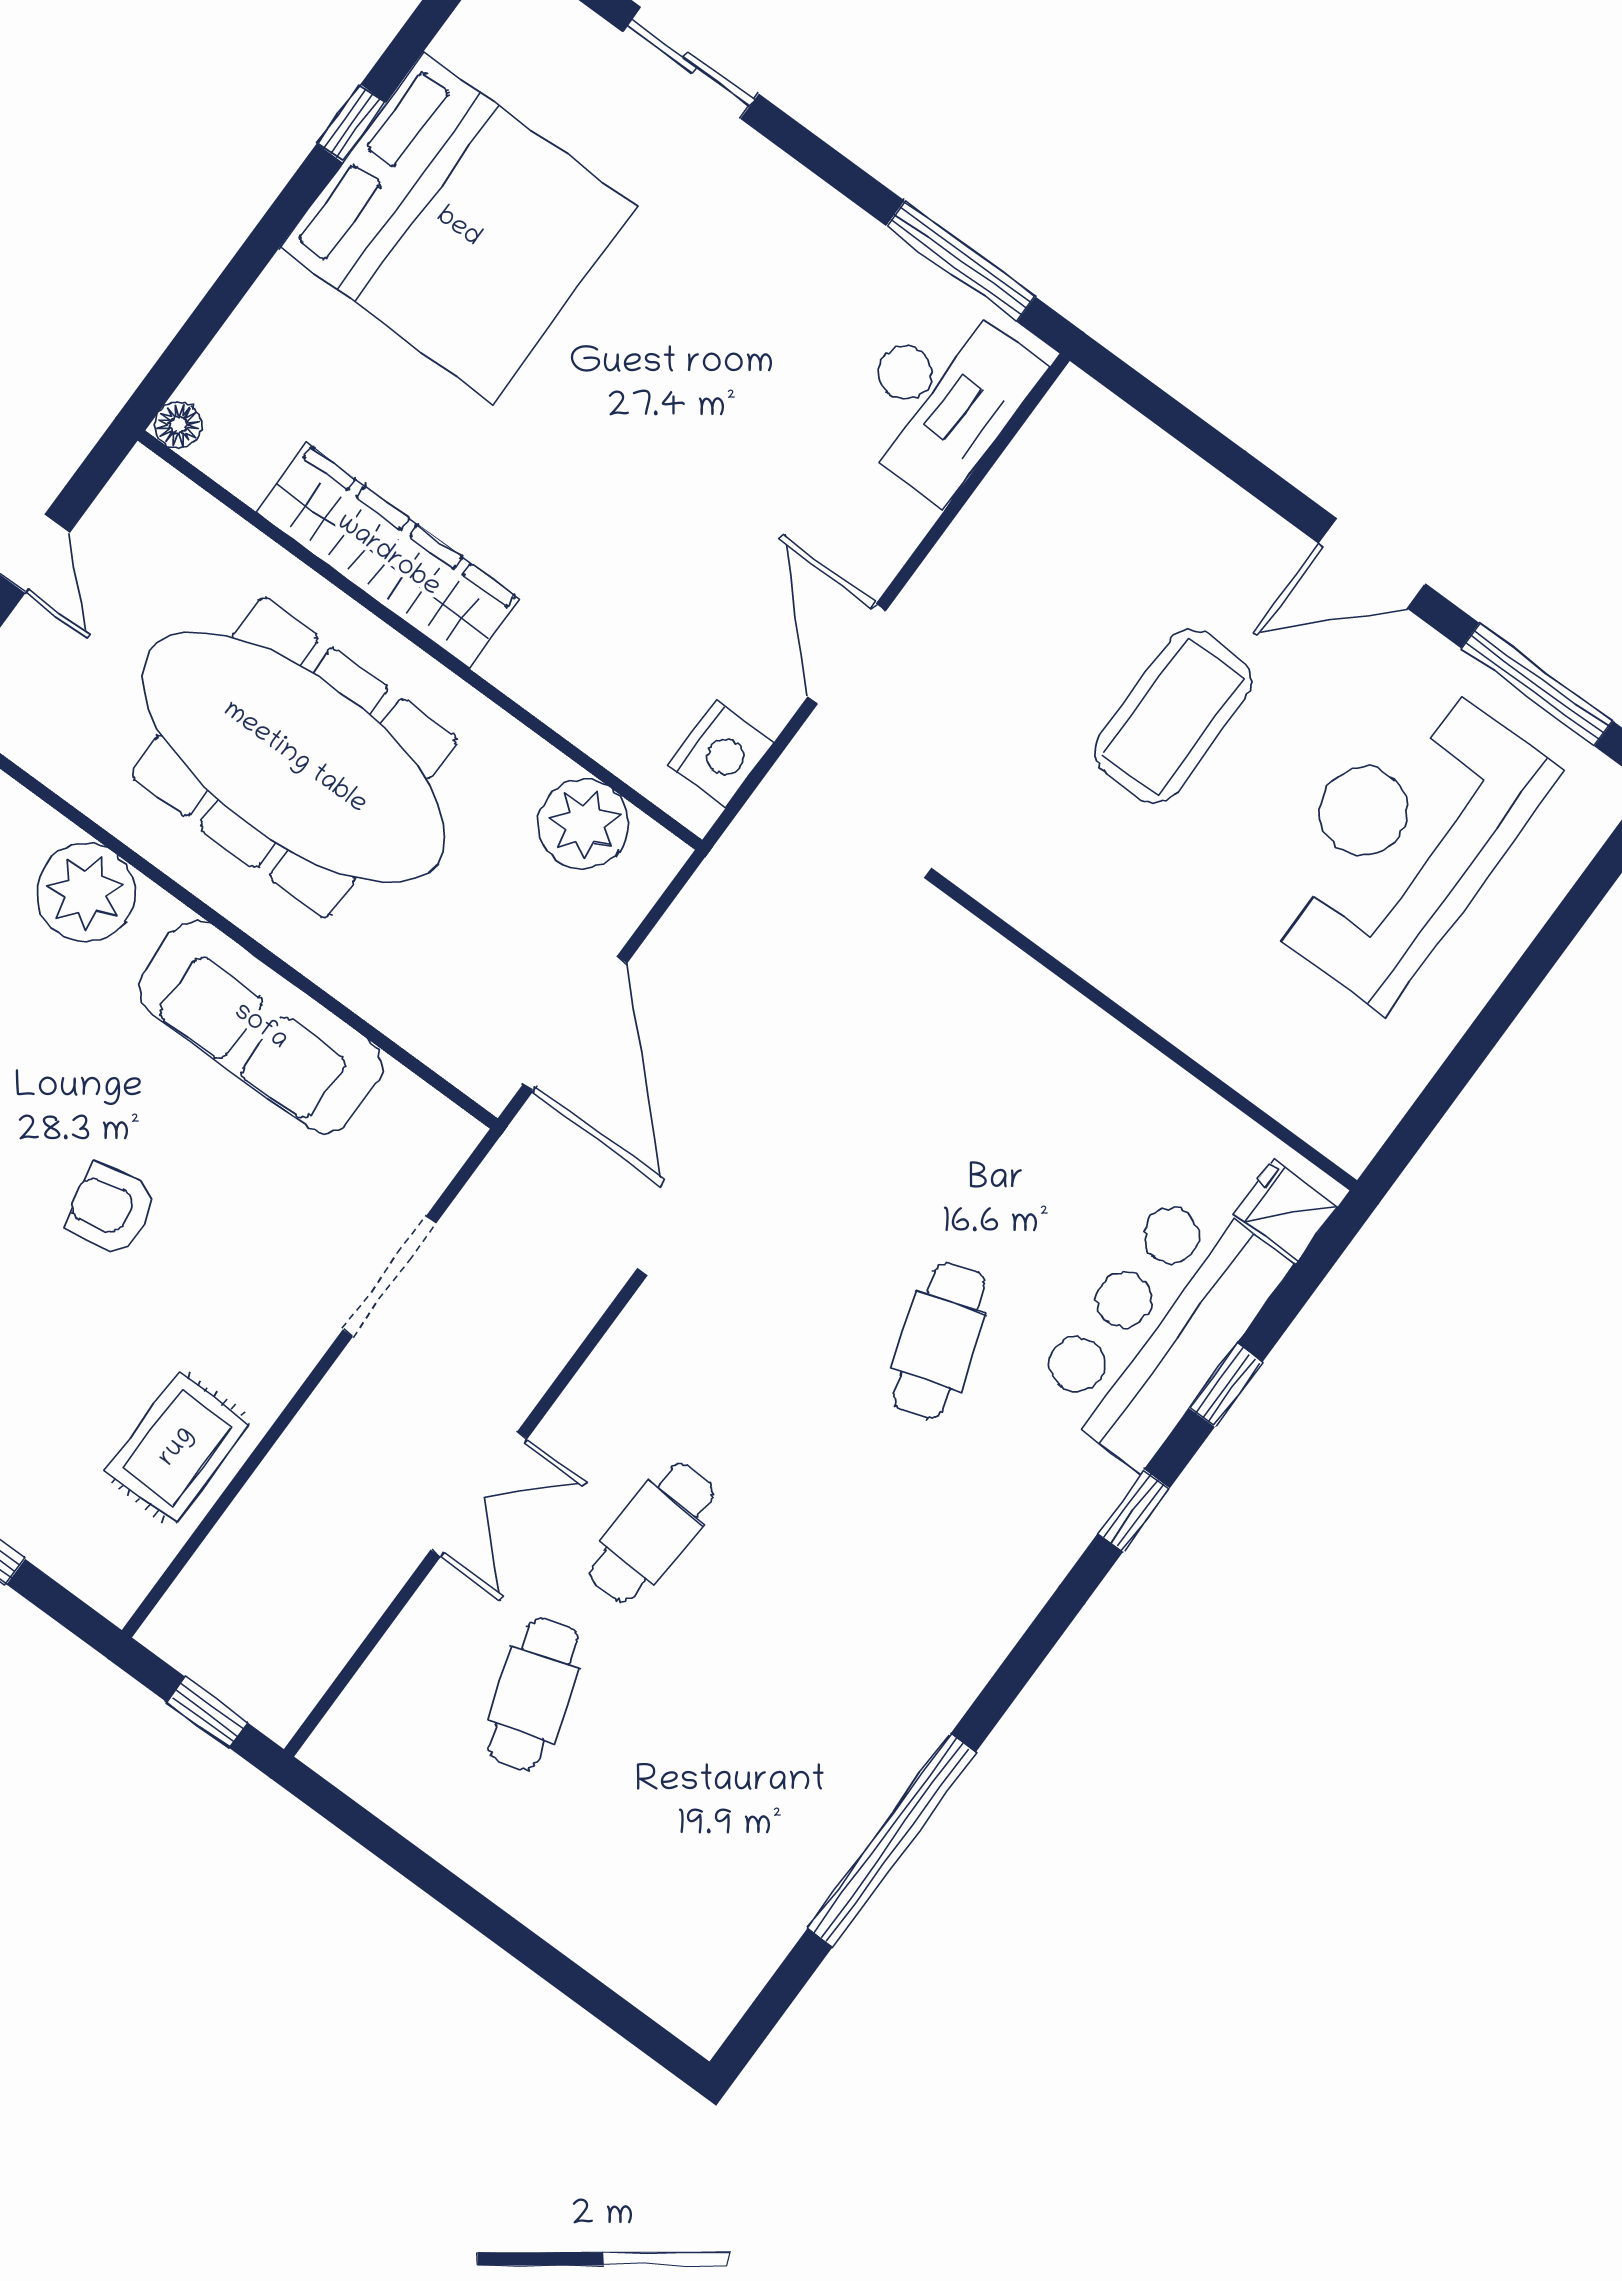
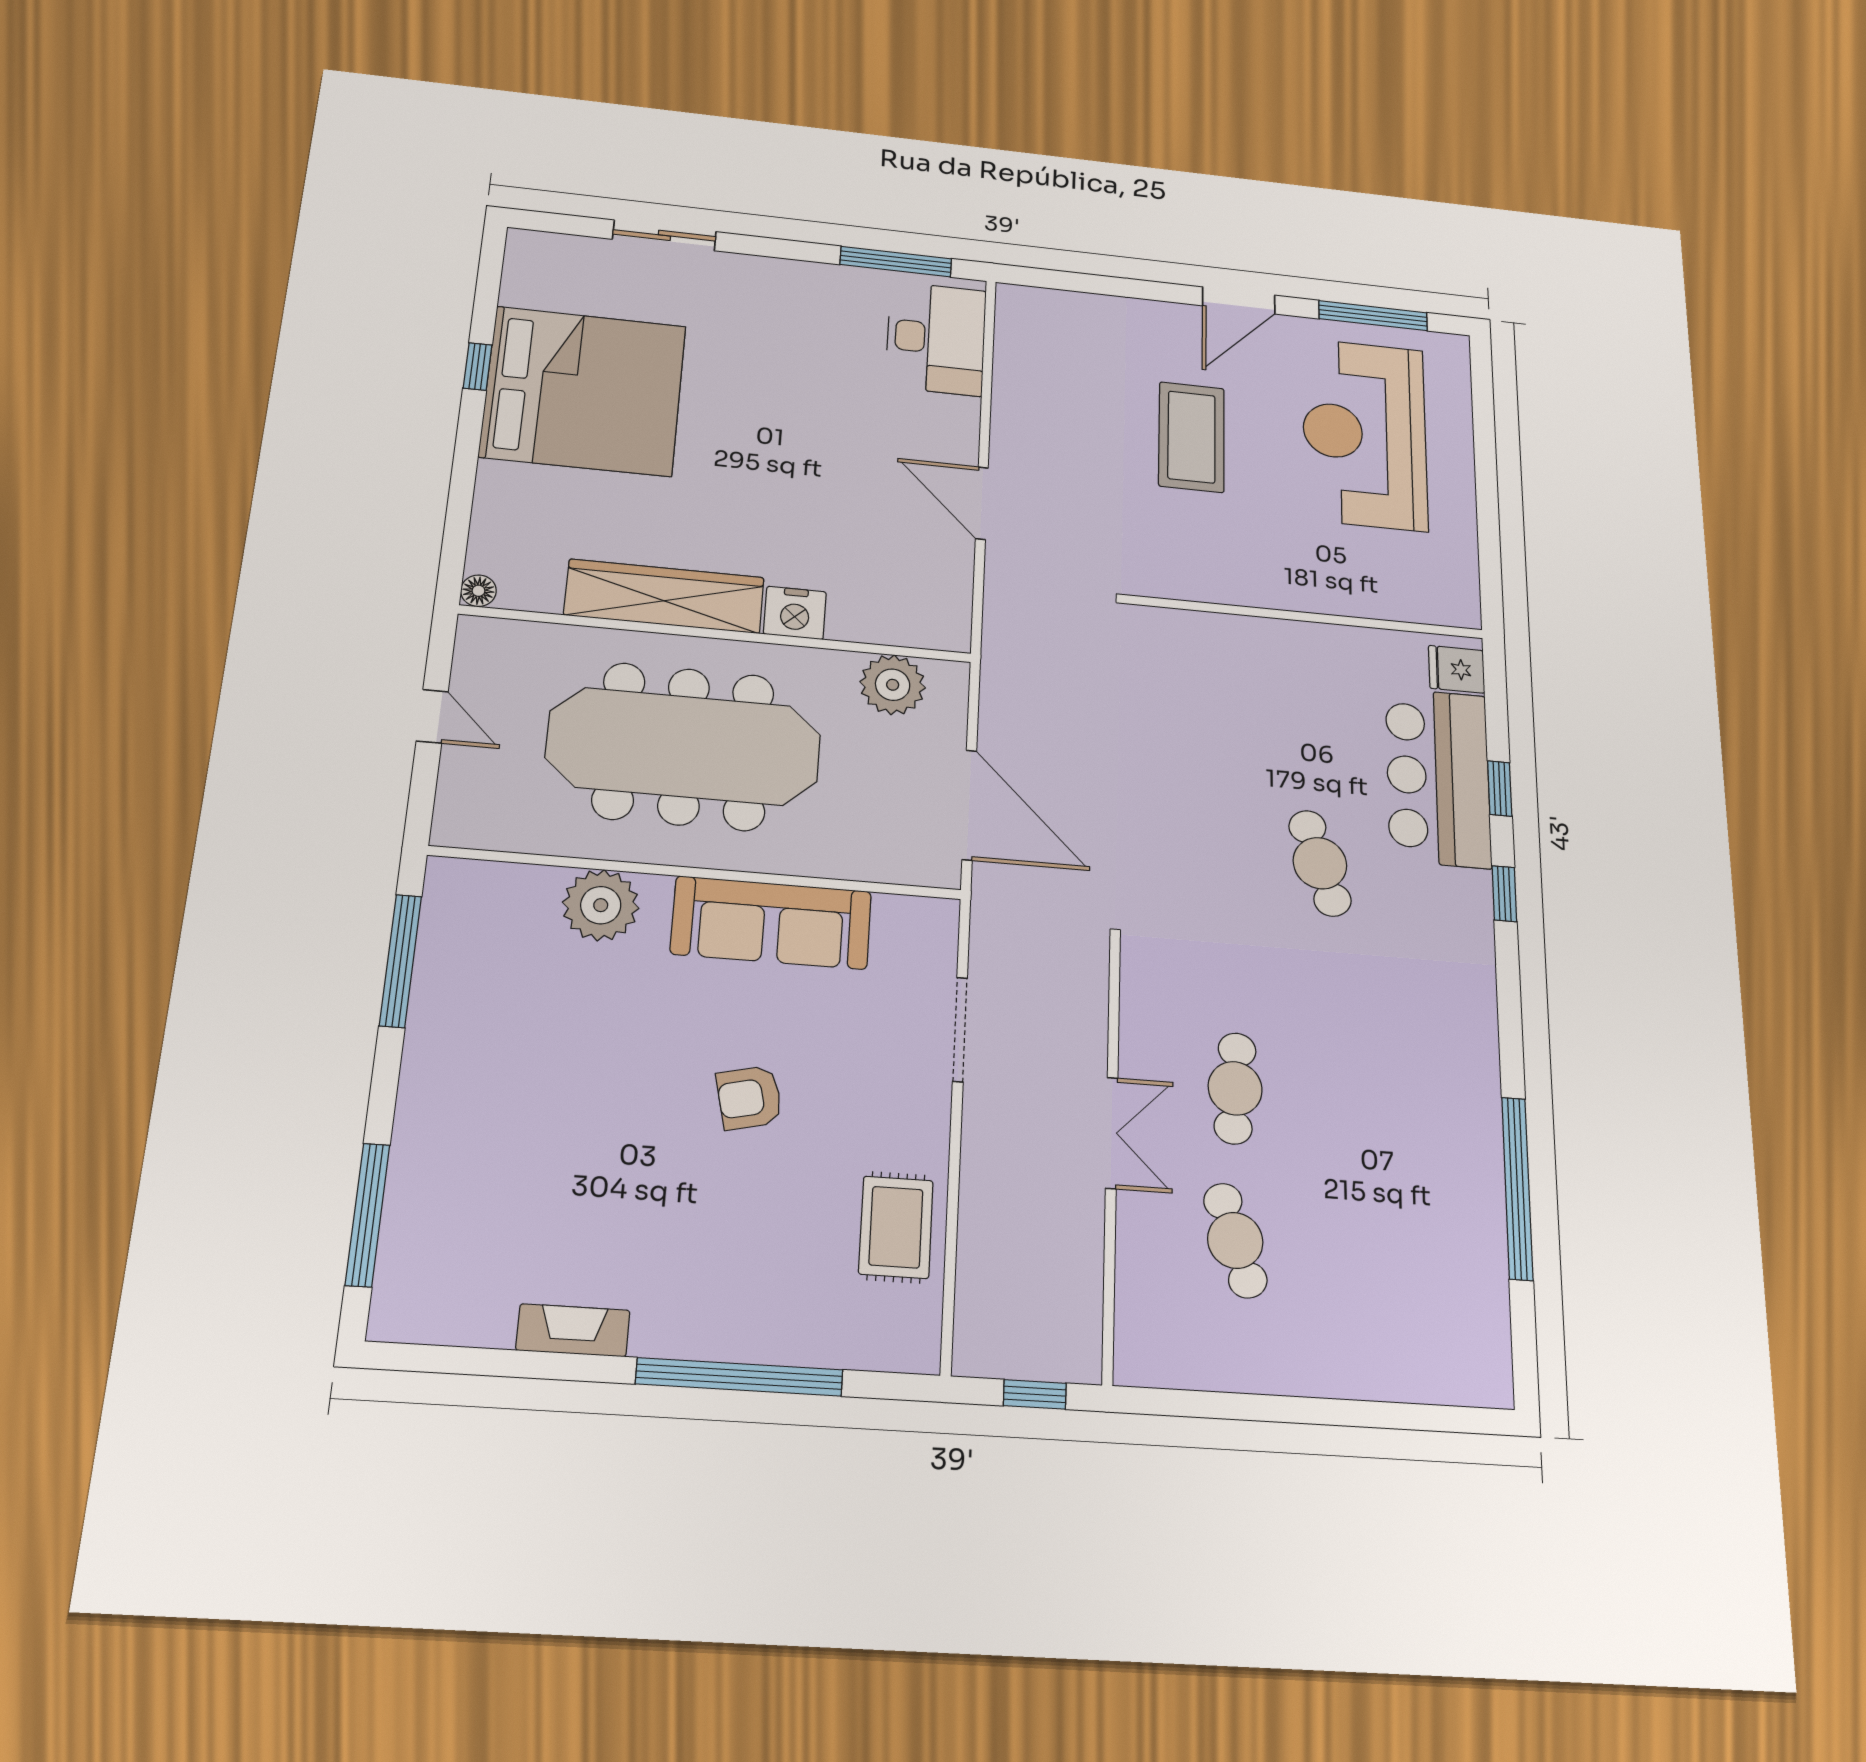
nightstand: (720, 754) -> (795, 613), moved, turned 90

